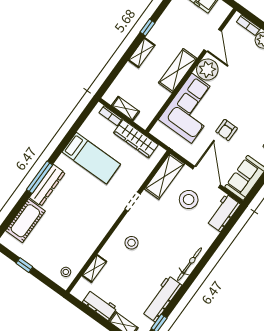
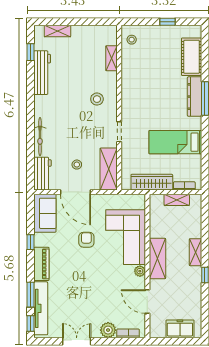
plant: (207, 70) -> (140, 271), width x0.53, depth x0.53
stool: (189, 200) -> (77, 165), width x0.53, depth x0.53
bicycle: (189, 264) -> (40, 137), moved
workbench: (100, 305) -> (87, 33), removed

